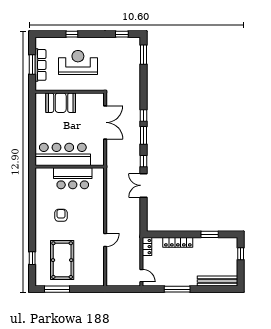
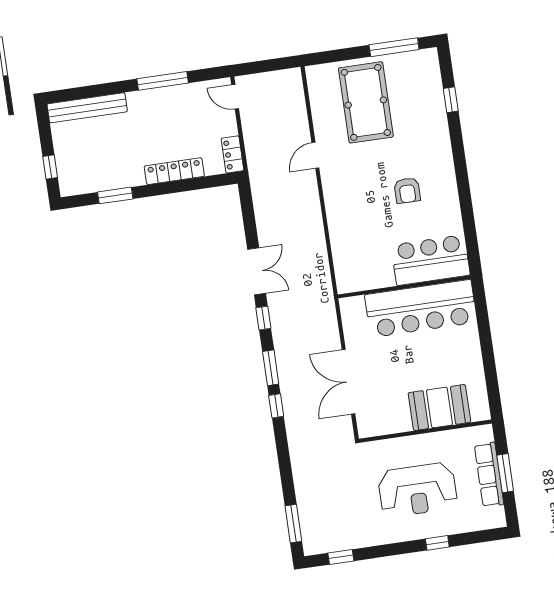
bar counter: (73, 178) -> (431, 260), moved
pool table: (62, 260) -> (366, 102), moved

